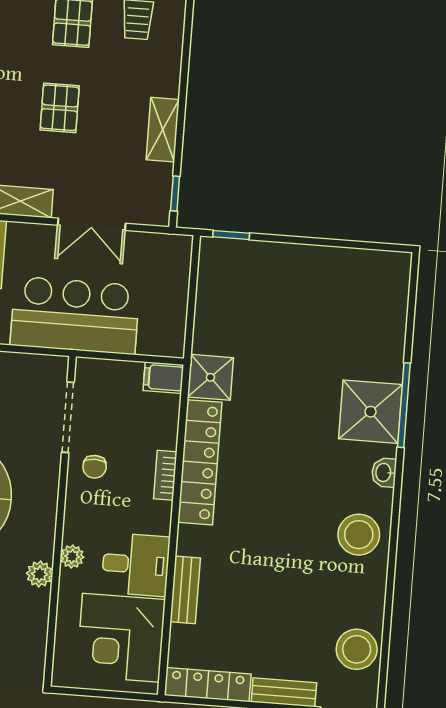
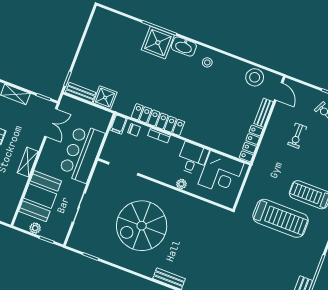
double door: (92, 224) -> (51, 123), moved
shower: (210, 377) -> (105, 98), moved
chair: (95, 467) -> (134, 130), moved
washbasin: (384, 473) -> (184, 46), width x1.91, depth x1.45
stool: (359, 535) -> (207, 62), width x0.53, depth x0.53
plant: (40, 574) -> (185, 200), removed
bench: (185, 590) -> (81, 92), moved

